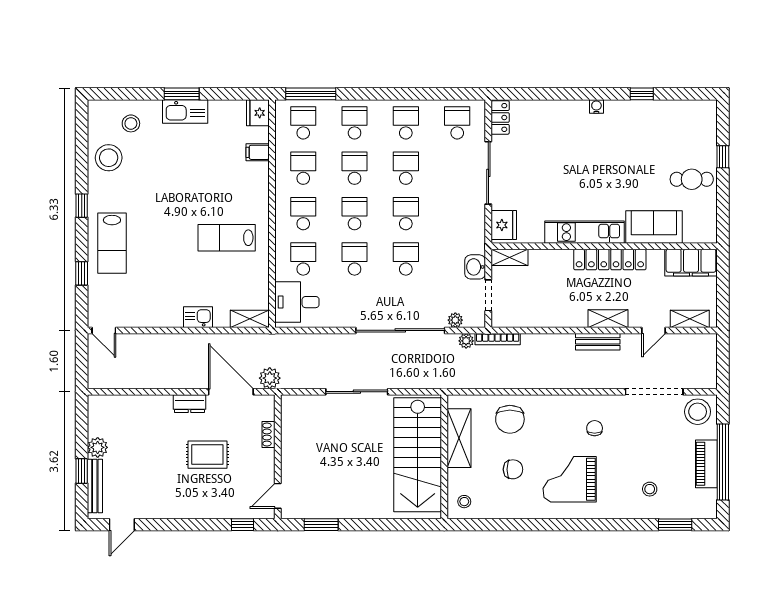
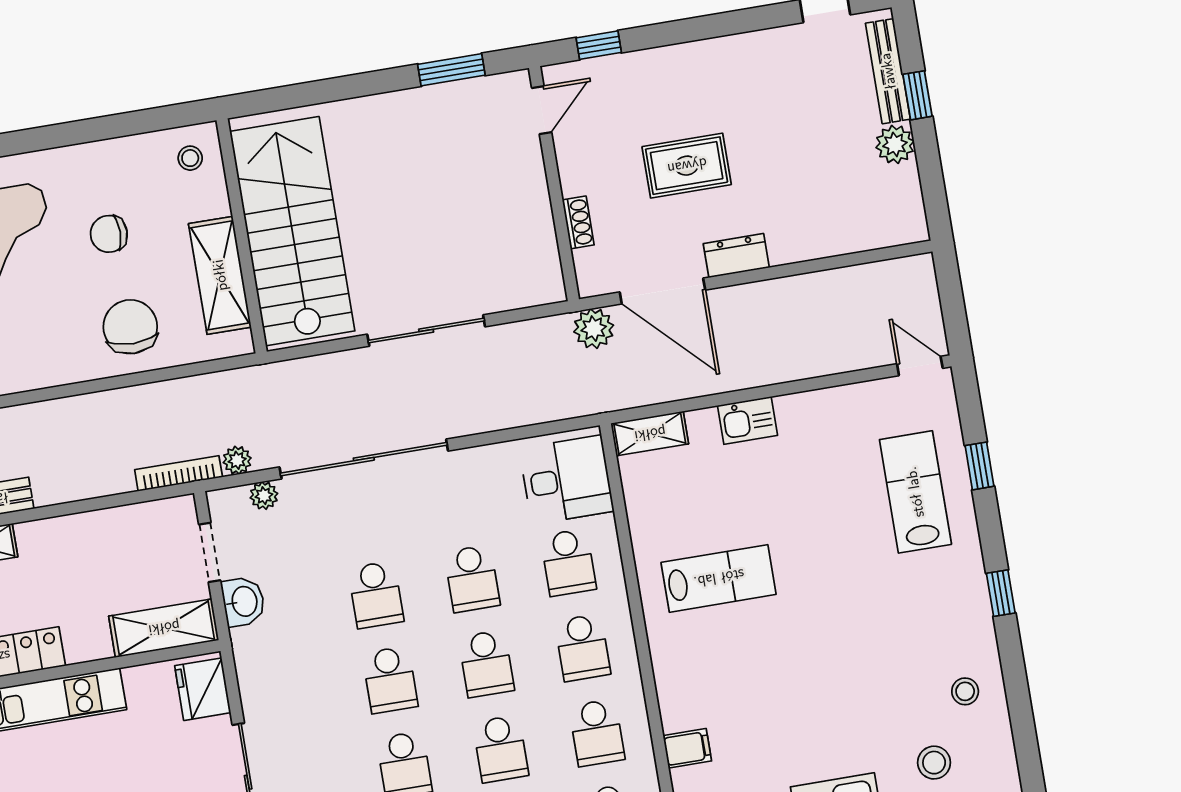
stool: (109, 158) -> (965, 691), width x0.53, depth x0.53
lab bench: (112, 243) -> (915, 492), moved
shelving: (510, 257) -> (164, 628), width x1.50, depth x1.33

